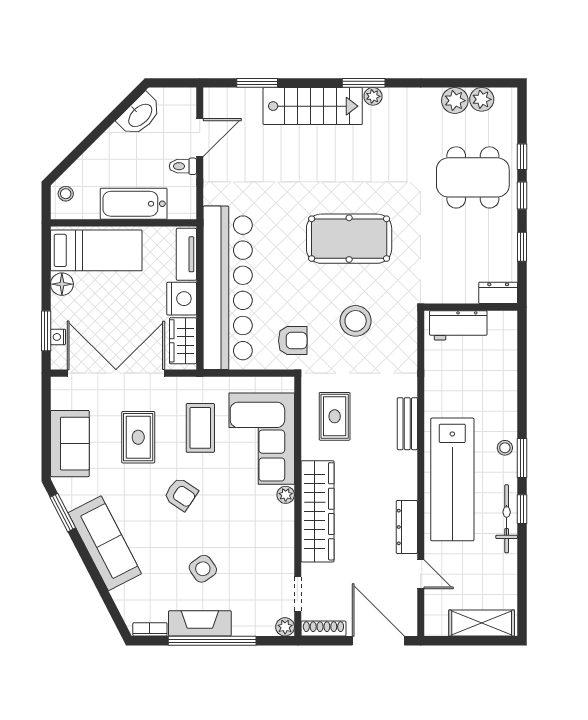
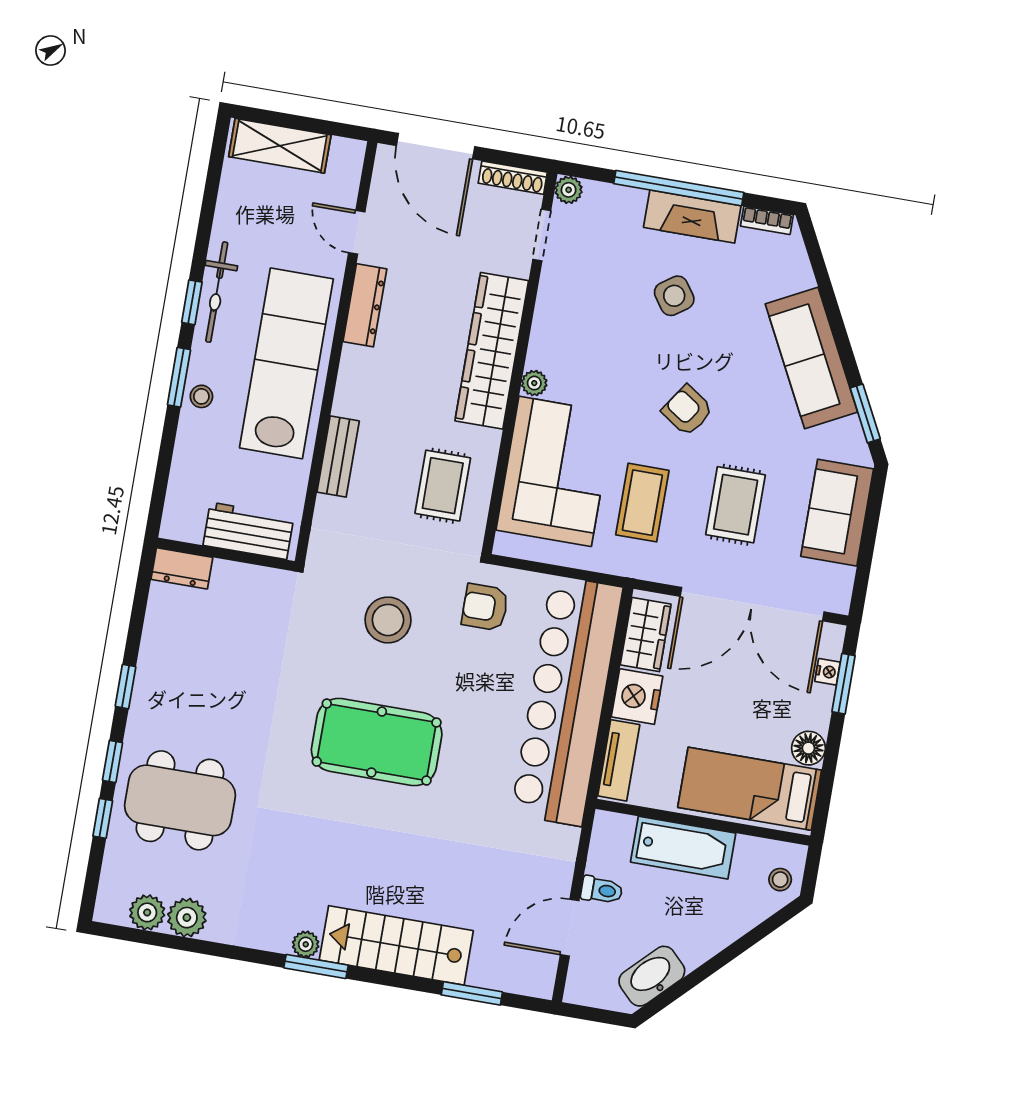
dresser: (498, 293) -> (182, 568), moved
wall: (471, 307) -> (226, 554), moved
workbench: (458, 325) -> (248, 531), moved

